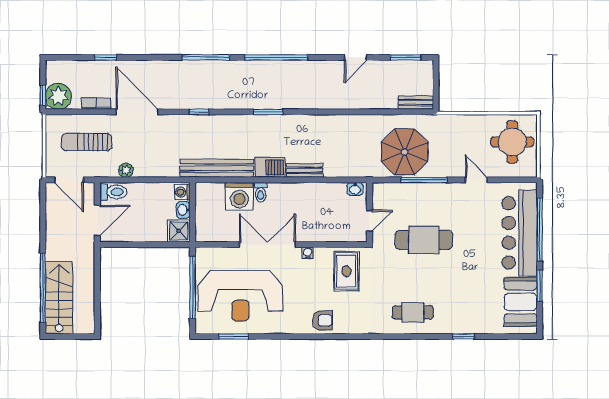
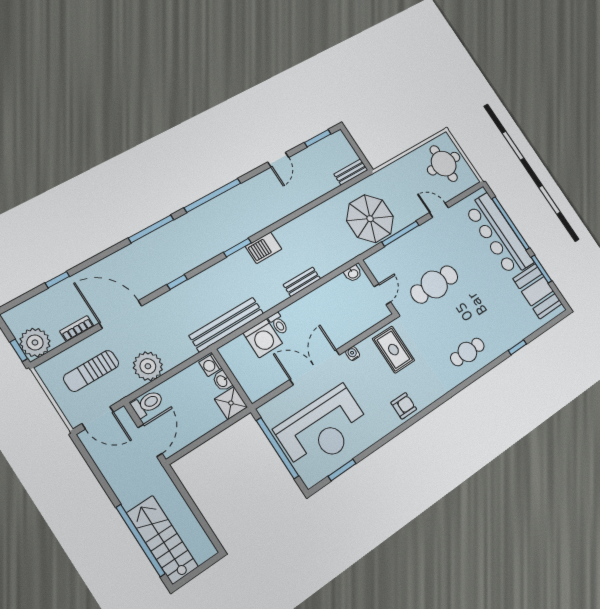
barbecue: (270, 167) -> (264, 248), moved, turned 180
plant: (126, 170) -> (148, 366), width x1.87, depth x1.87

